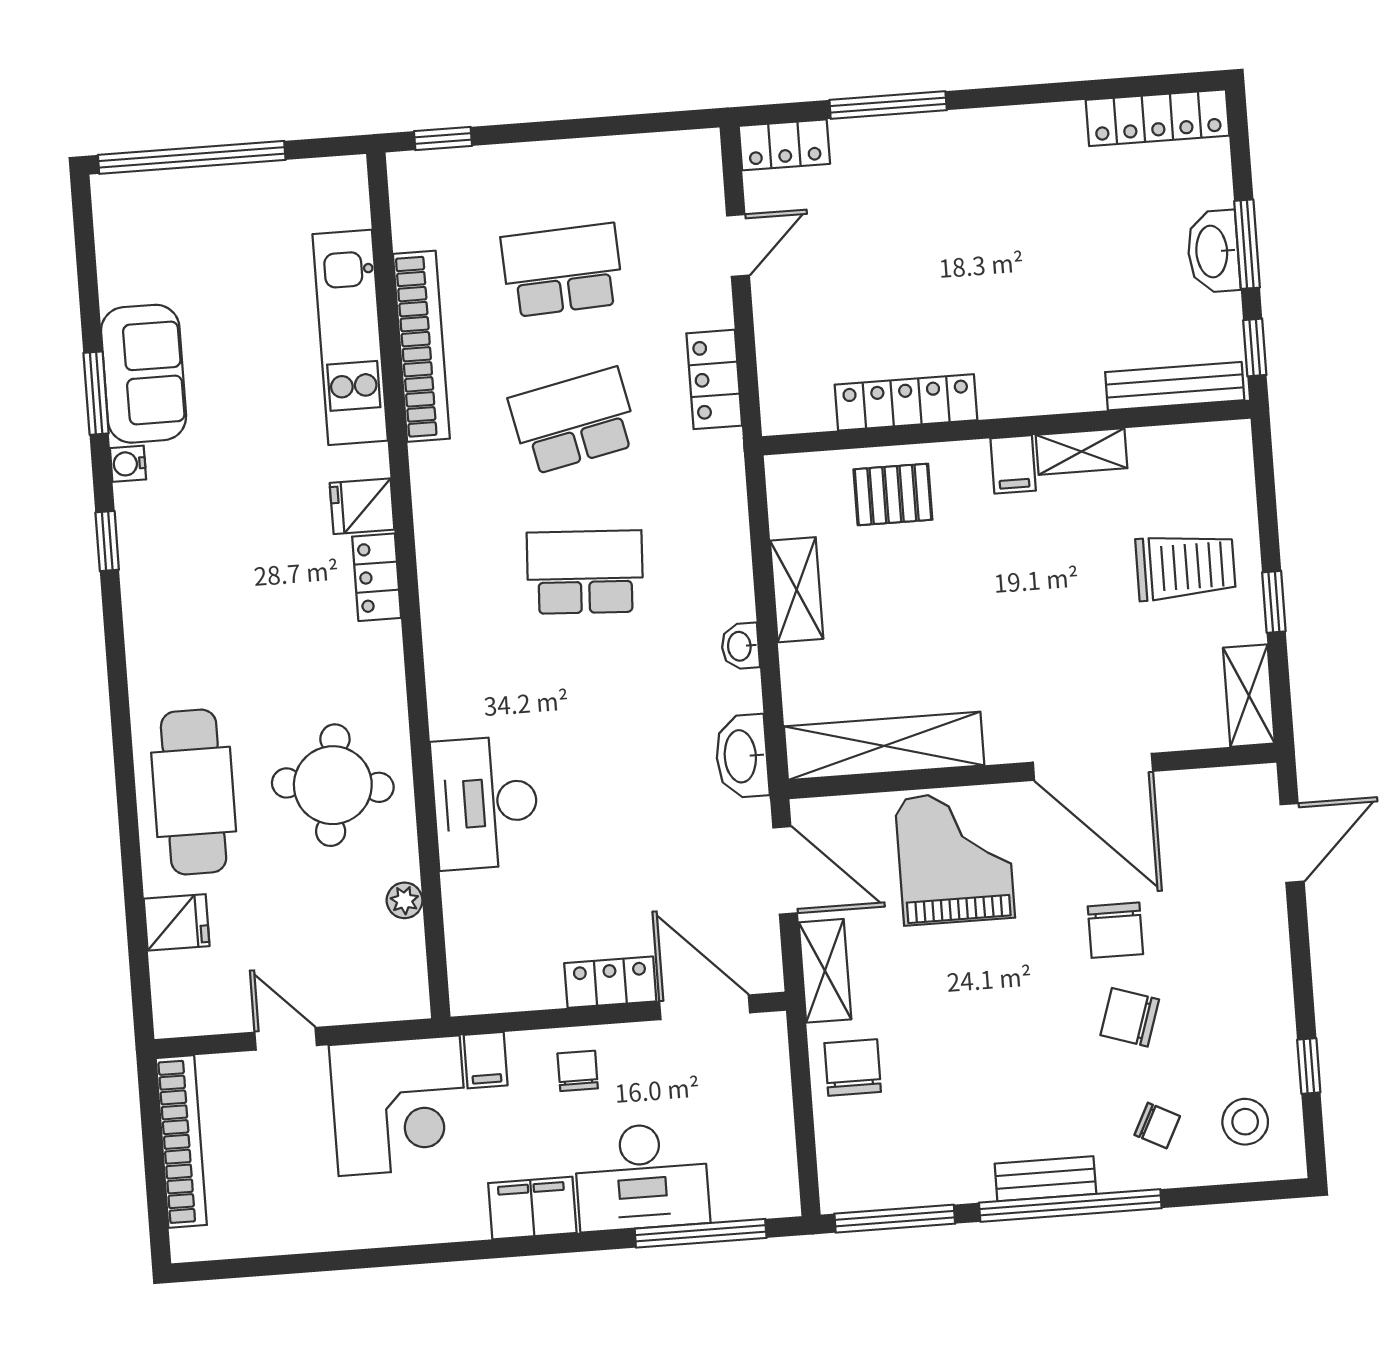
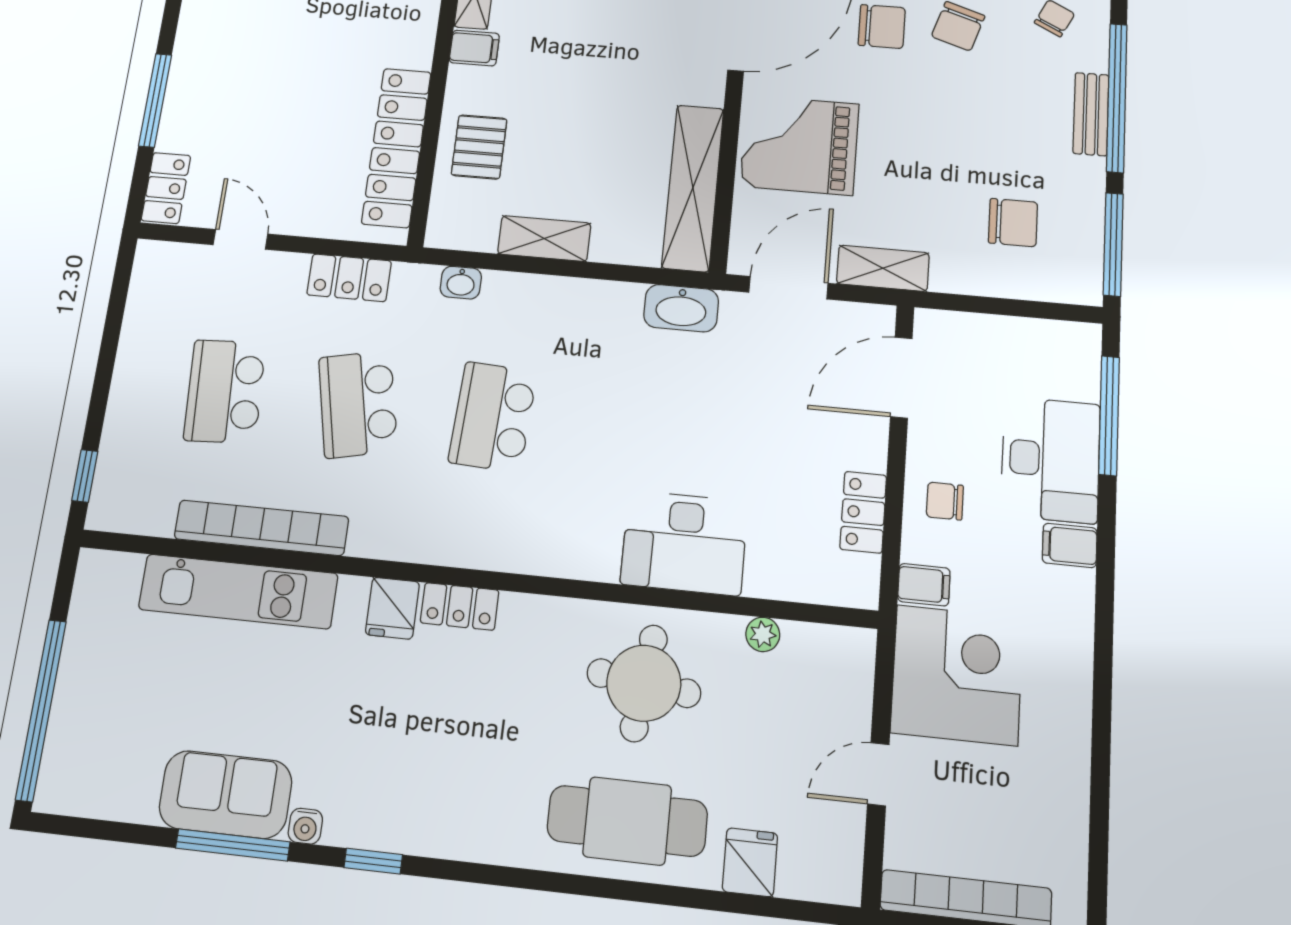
window: (96, 393) -> (233, 845), width x1.44
locker: (906, 402) -> (396, 147), width x1.41, depth x1.21
washbasin: (740, 646) -> (461, 283), moved
locker: (610, 982) -> (863, 512), moved
chair: (853, 1067) -> (1013, 223), moved, turned 180
filing cabinet: (532, 1208) -> (1070, 545), width x0.50

